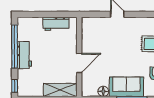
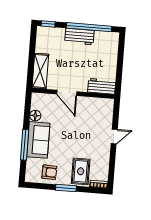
workbench: (56, 24) -> (102, 86), moved, turned 90

